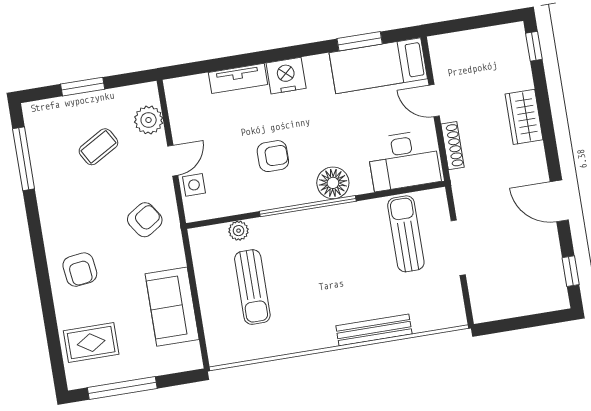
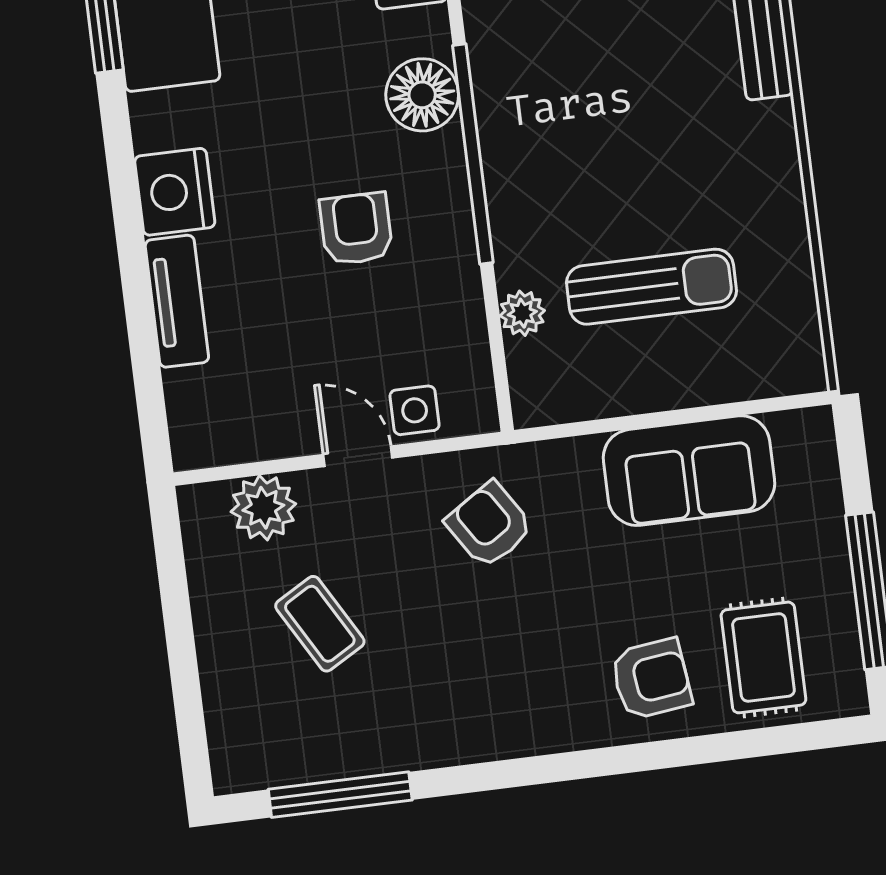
window: (83, 87) -> (182, 654), removed
armchair: (80, 270) -> (651, 679), moved

